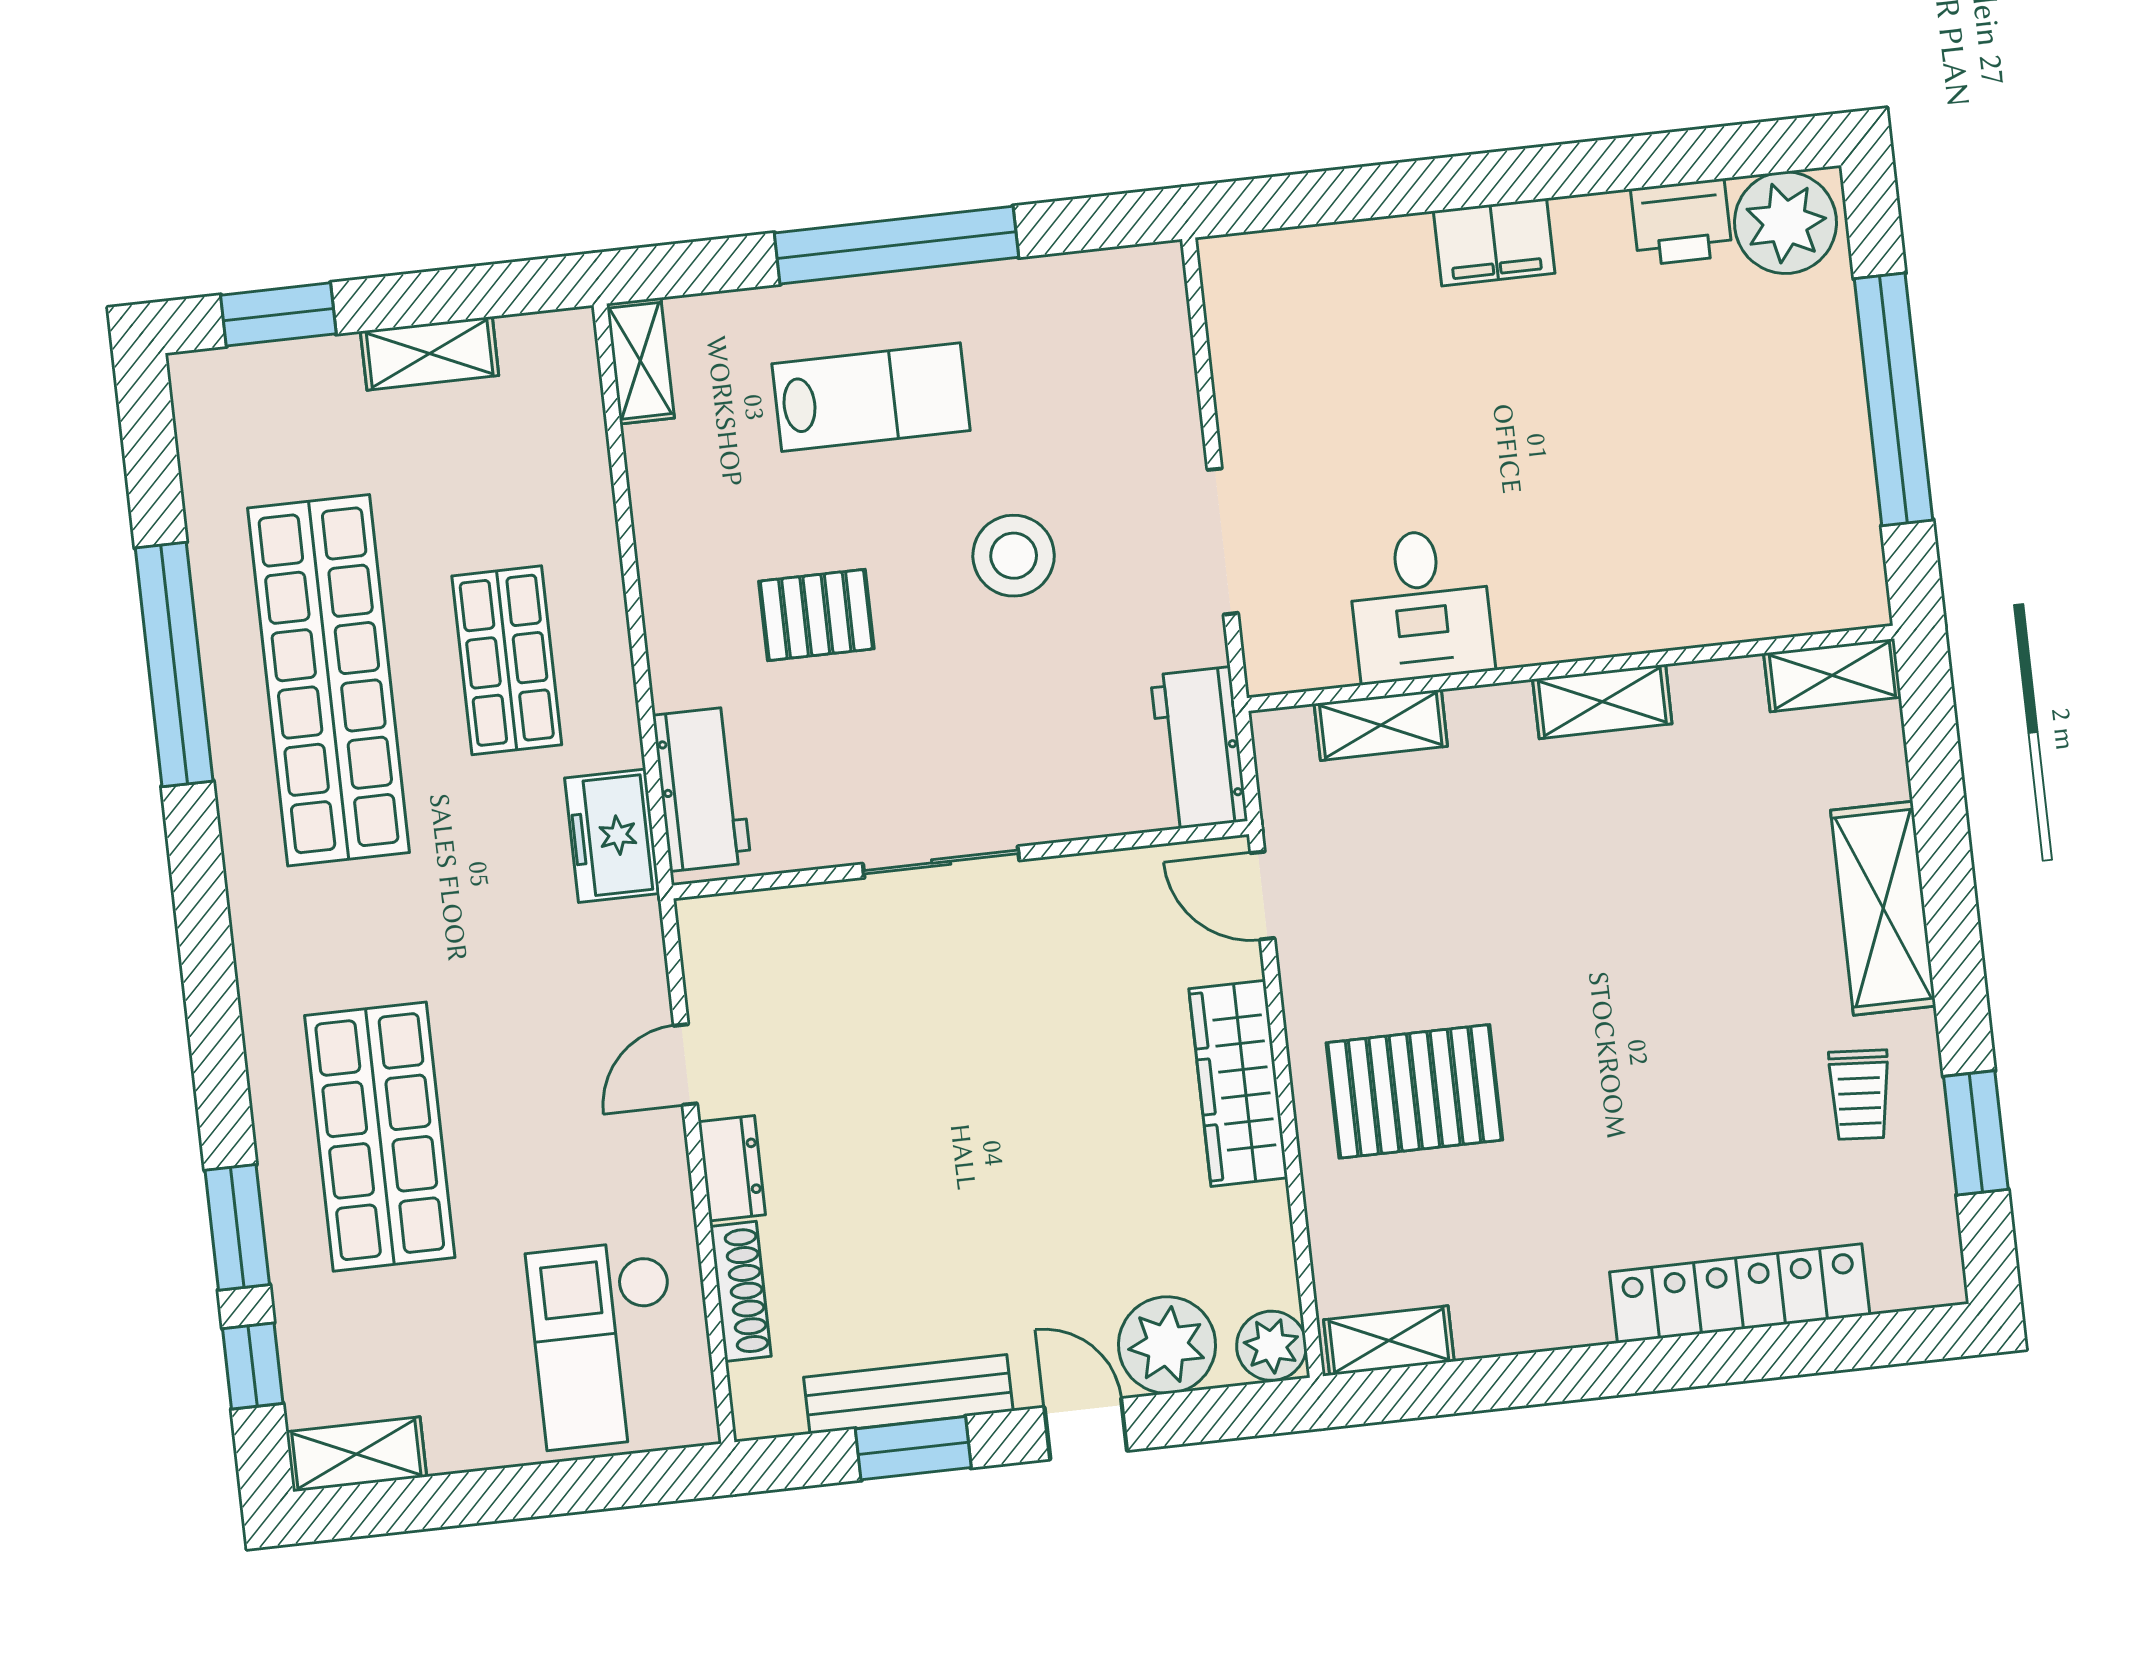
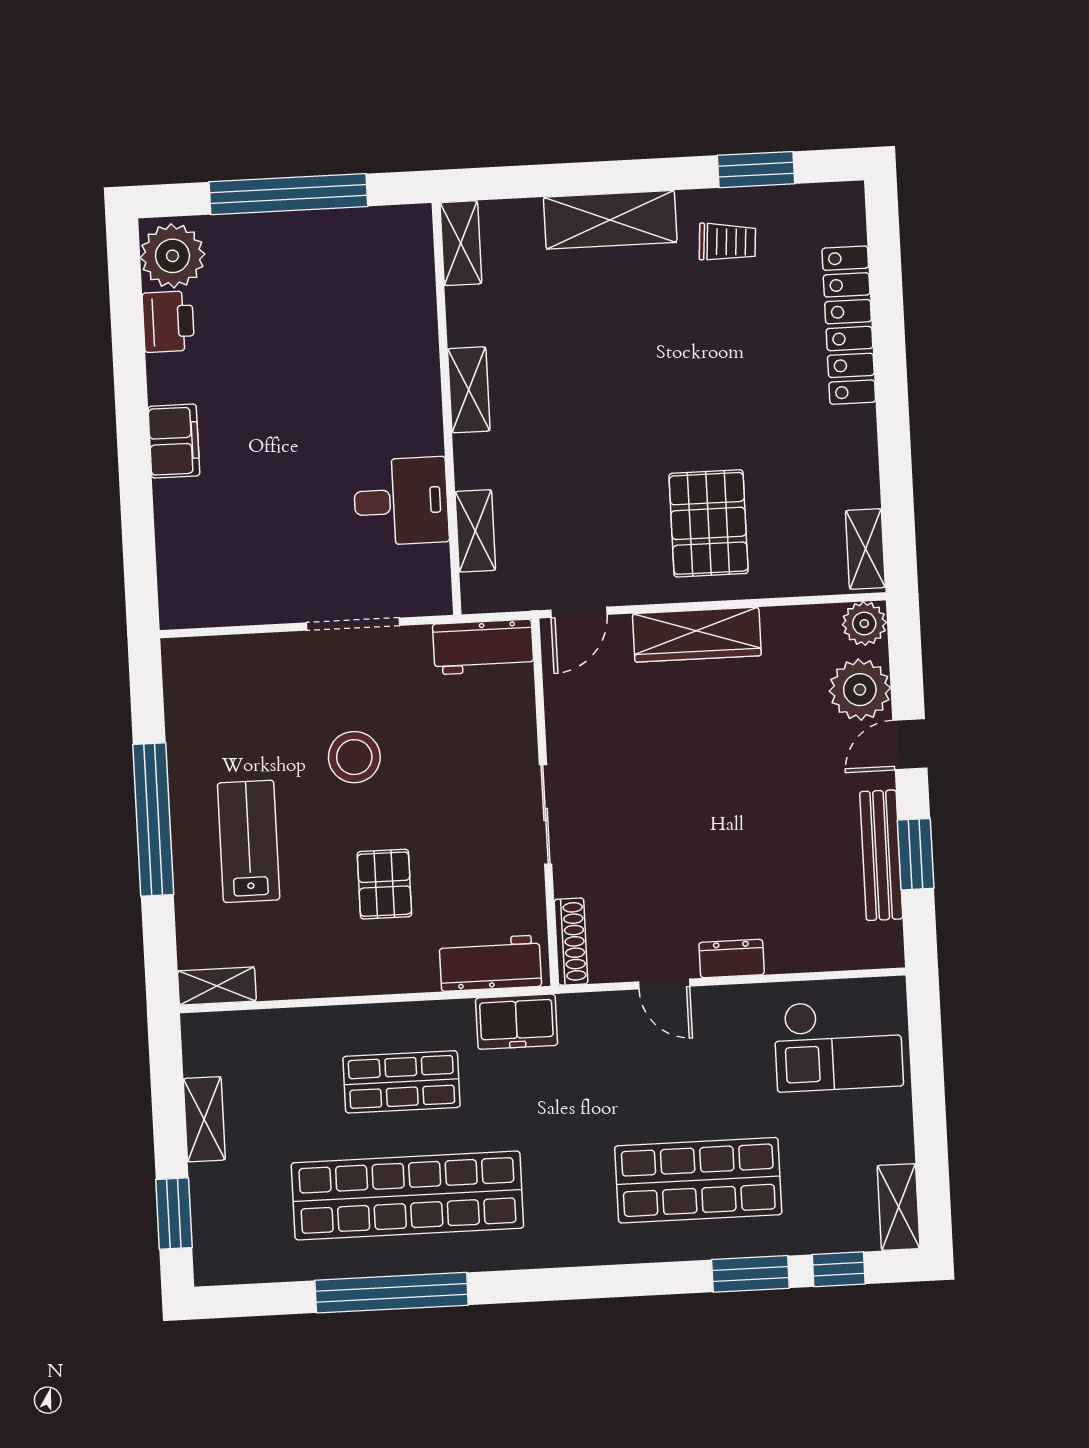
shoe rack: (741, 1291) -> (571, 942), moved, turned 90

